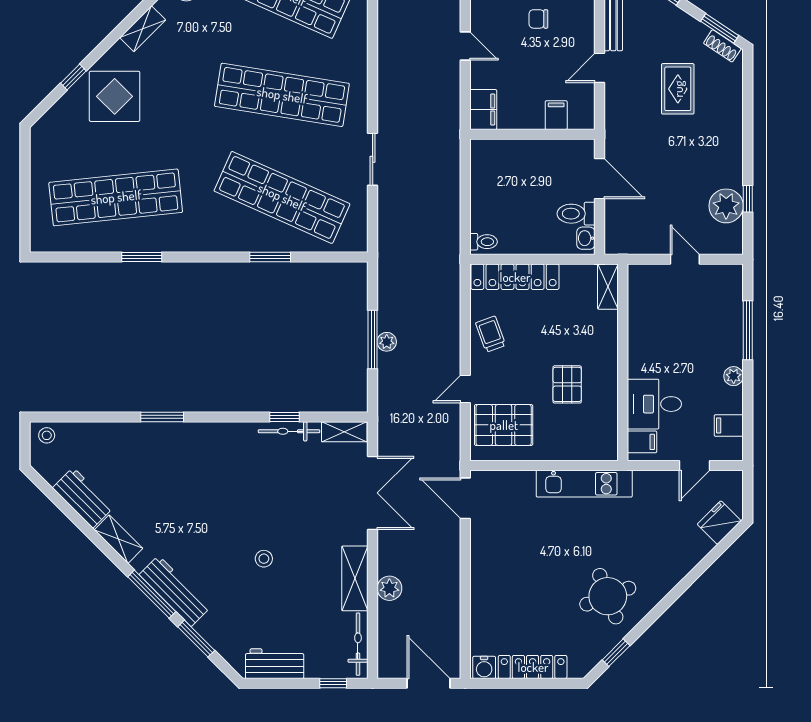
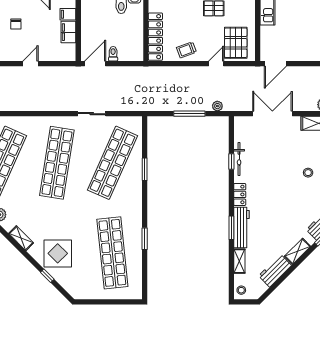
filing cabinet: (483, 110) -> (68, 32), moved, turned -90
door: (465, 166) -> (95, 64), added
toilet: (484, 242) -> (113, 54), moved
plant: (387, 342) -> (217, 106), moved
door: (465, 389) -> (216, 64), swing flipped
locker: (223, 432) -> (240, 194), added
shelving: (344, 432) -> (239, 261), moved
workbench: (162, 436) -> (241, 228), added

